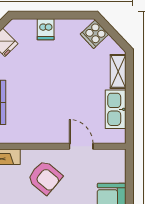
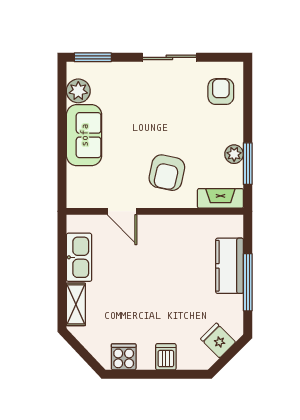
cooker: (95, 34) -> (124, 357), moved, turned -47
armchair: (45, 177) -> (167, 173), turned -118

